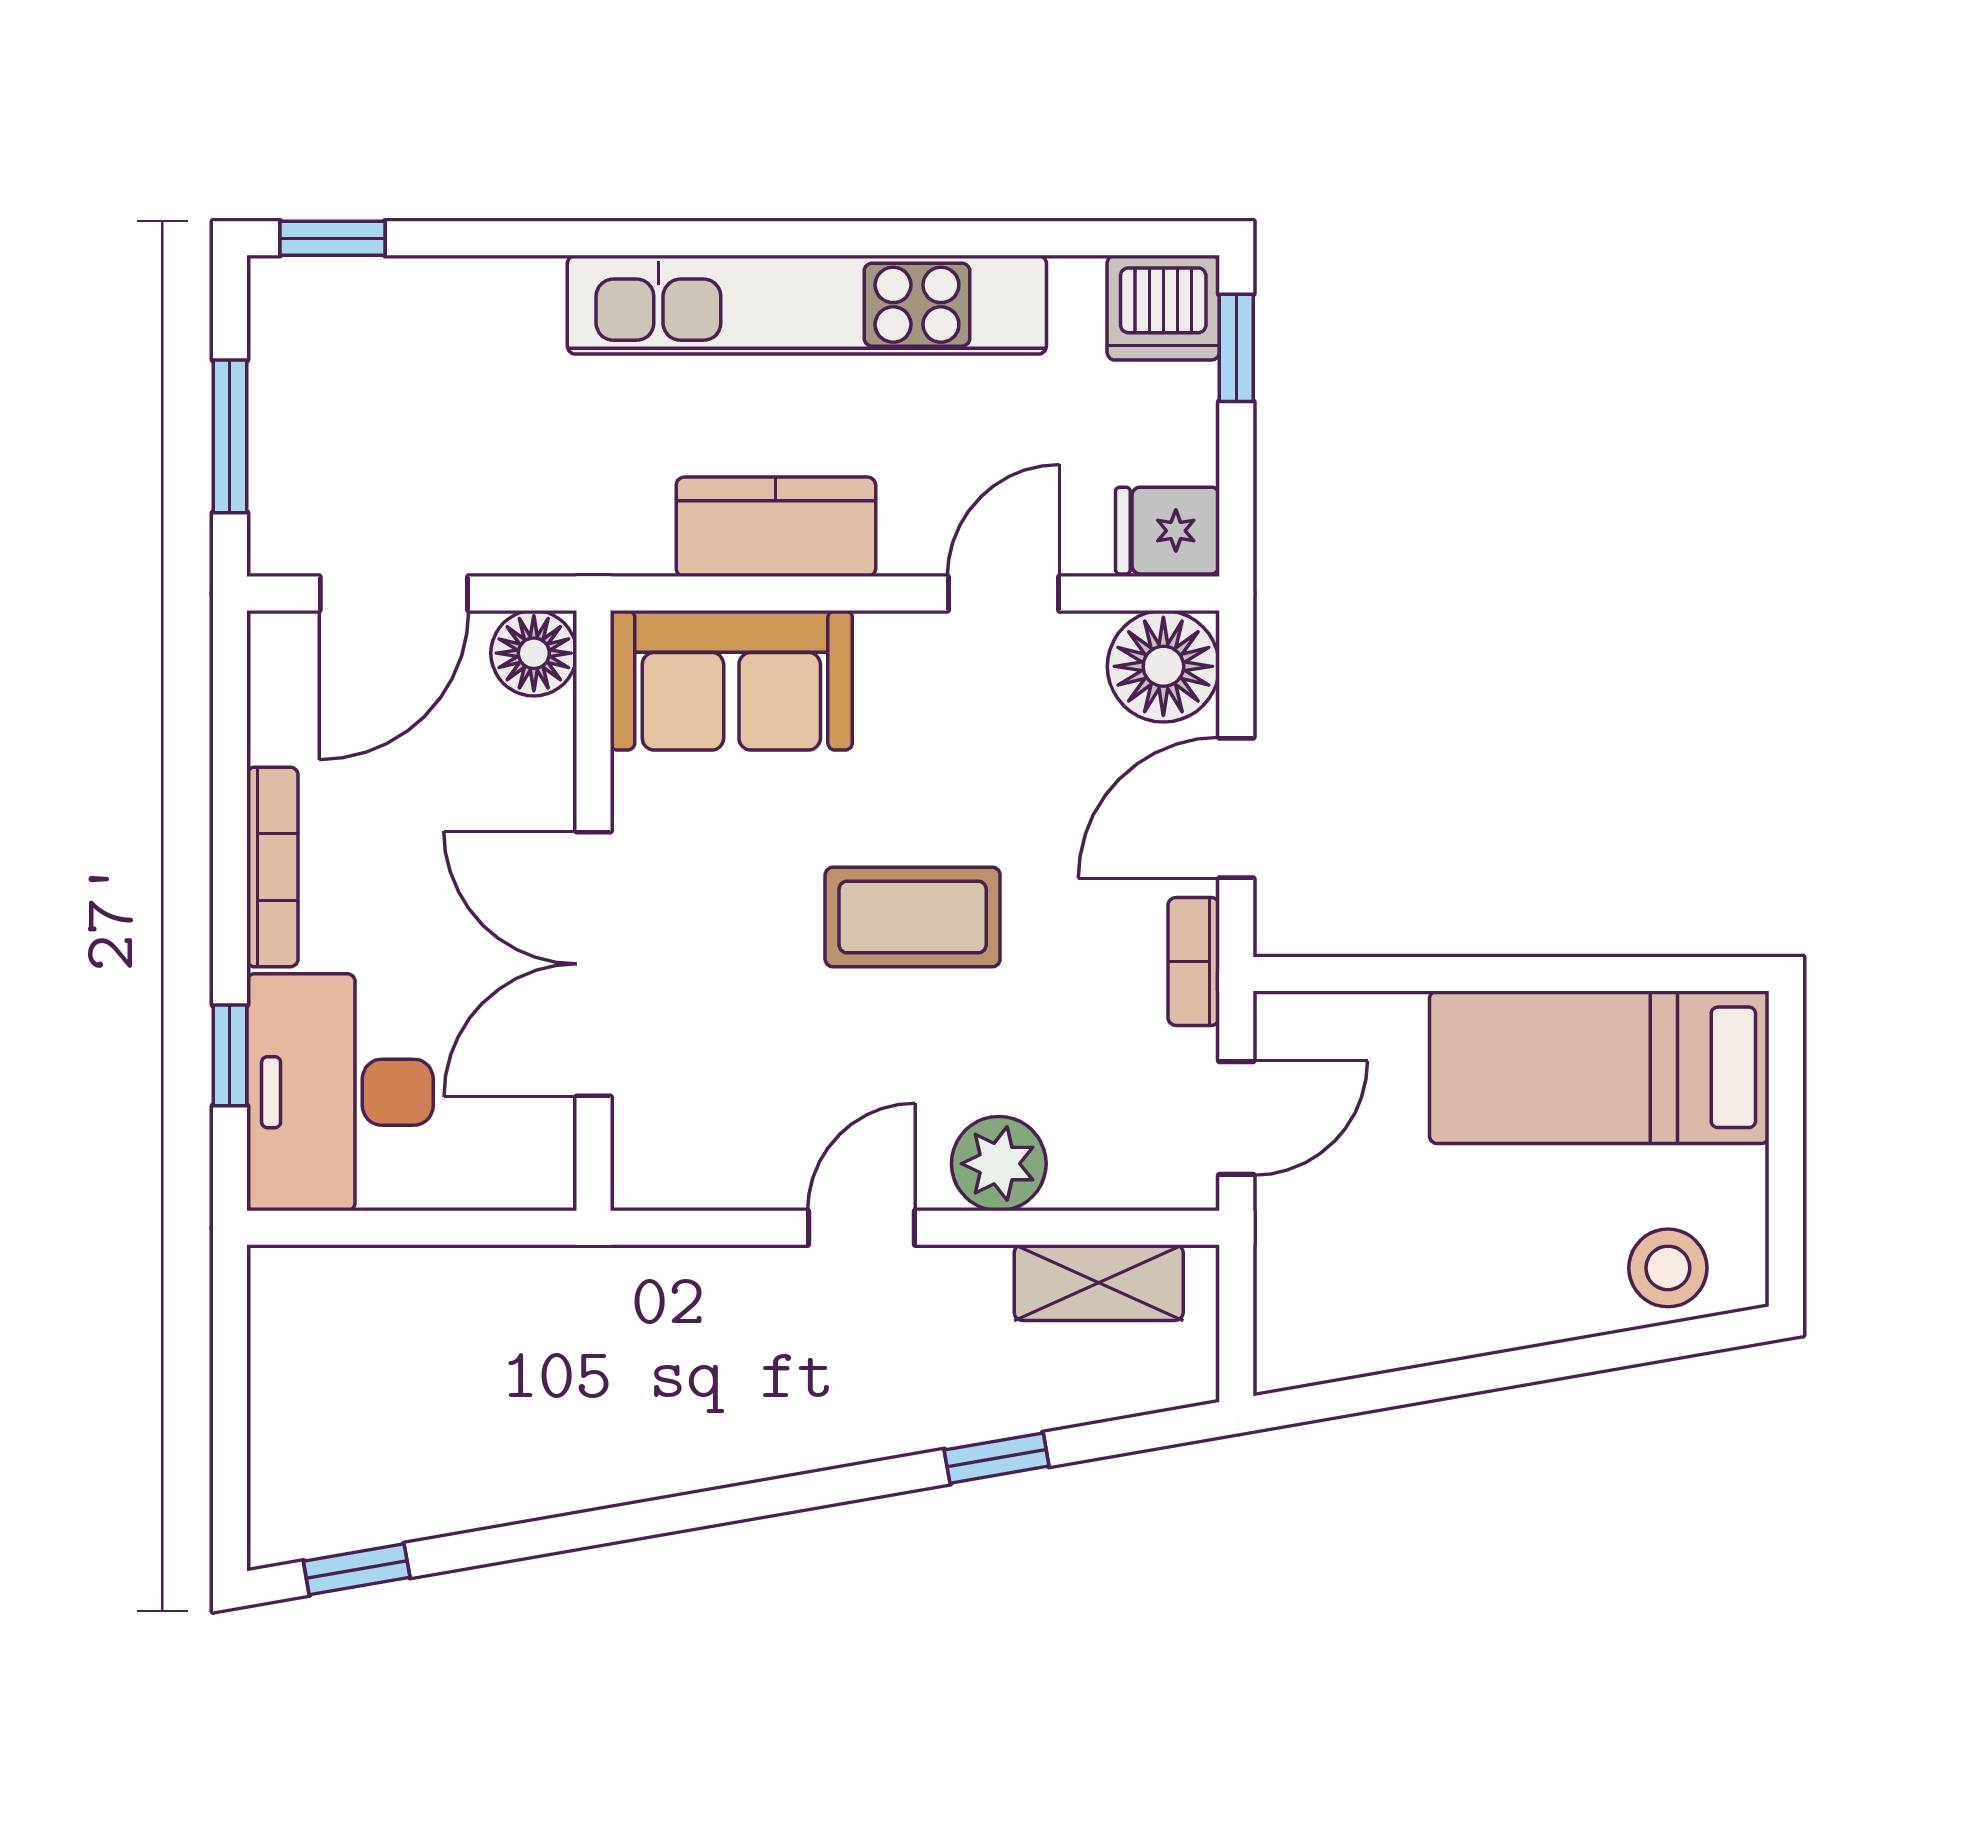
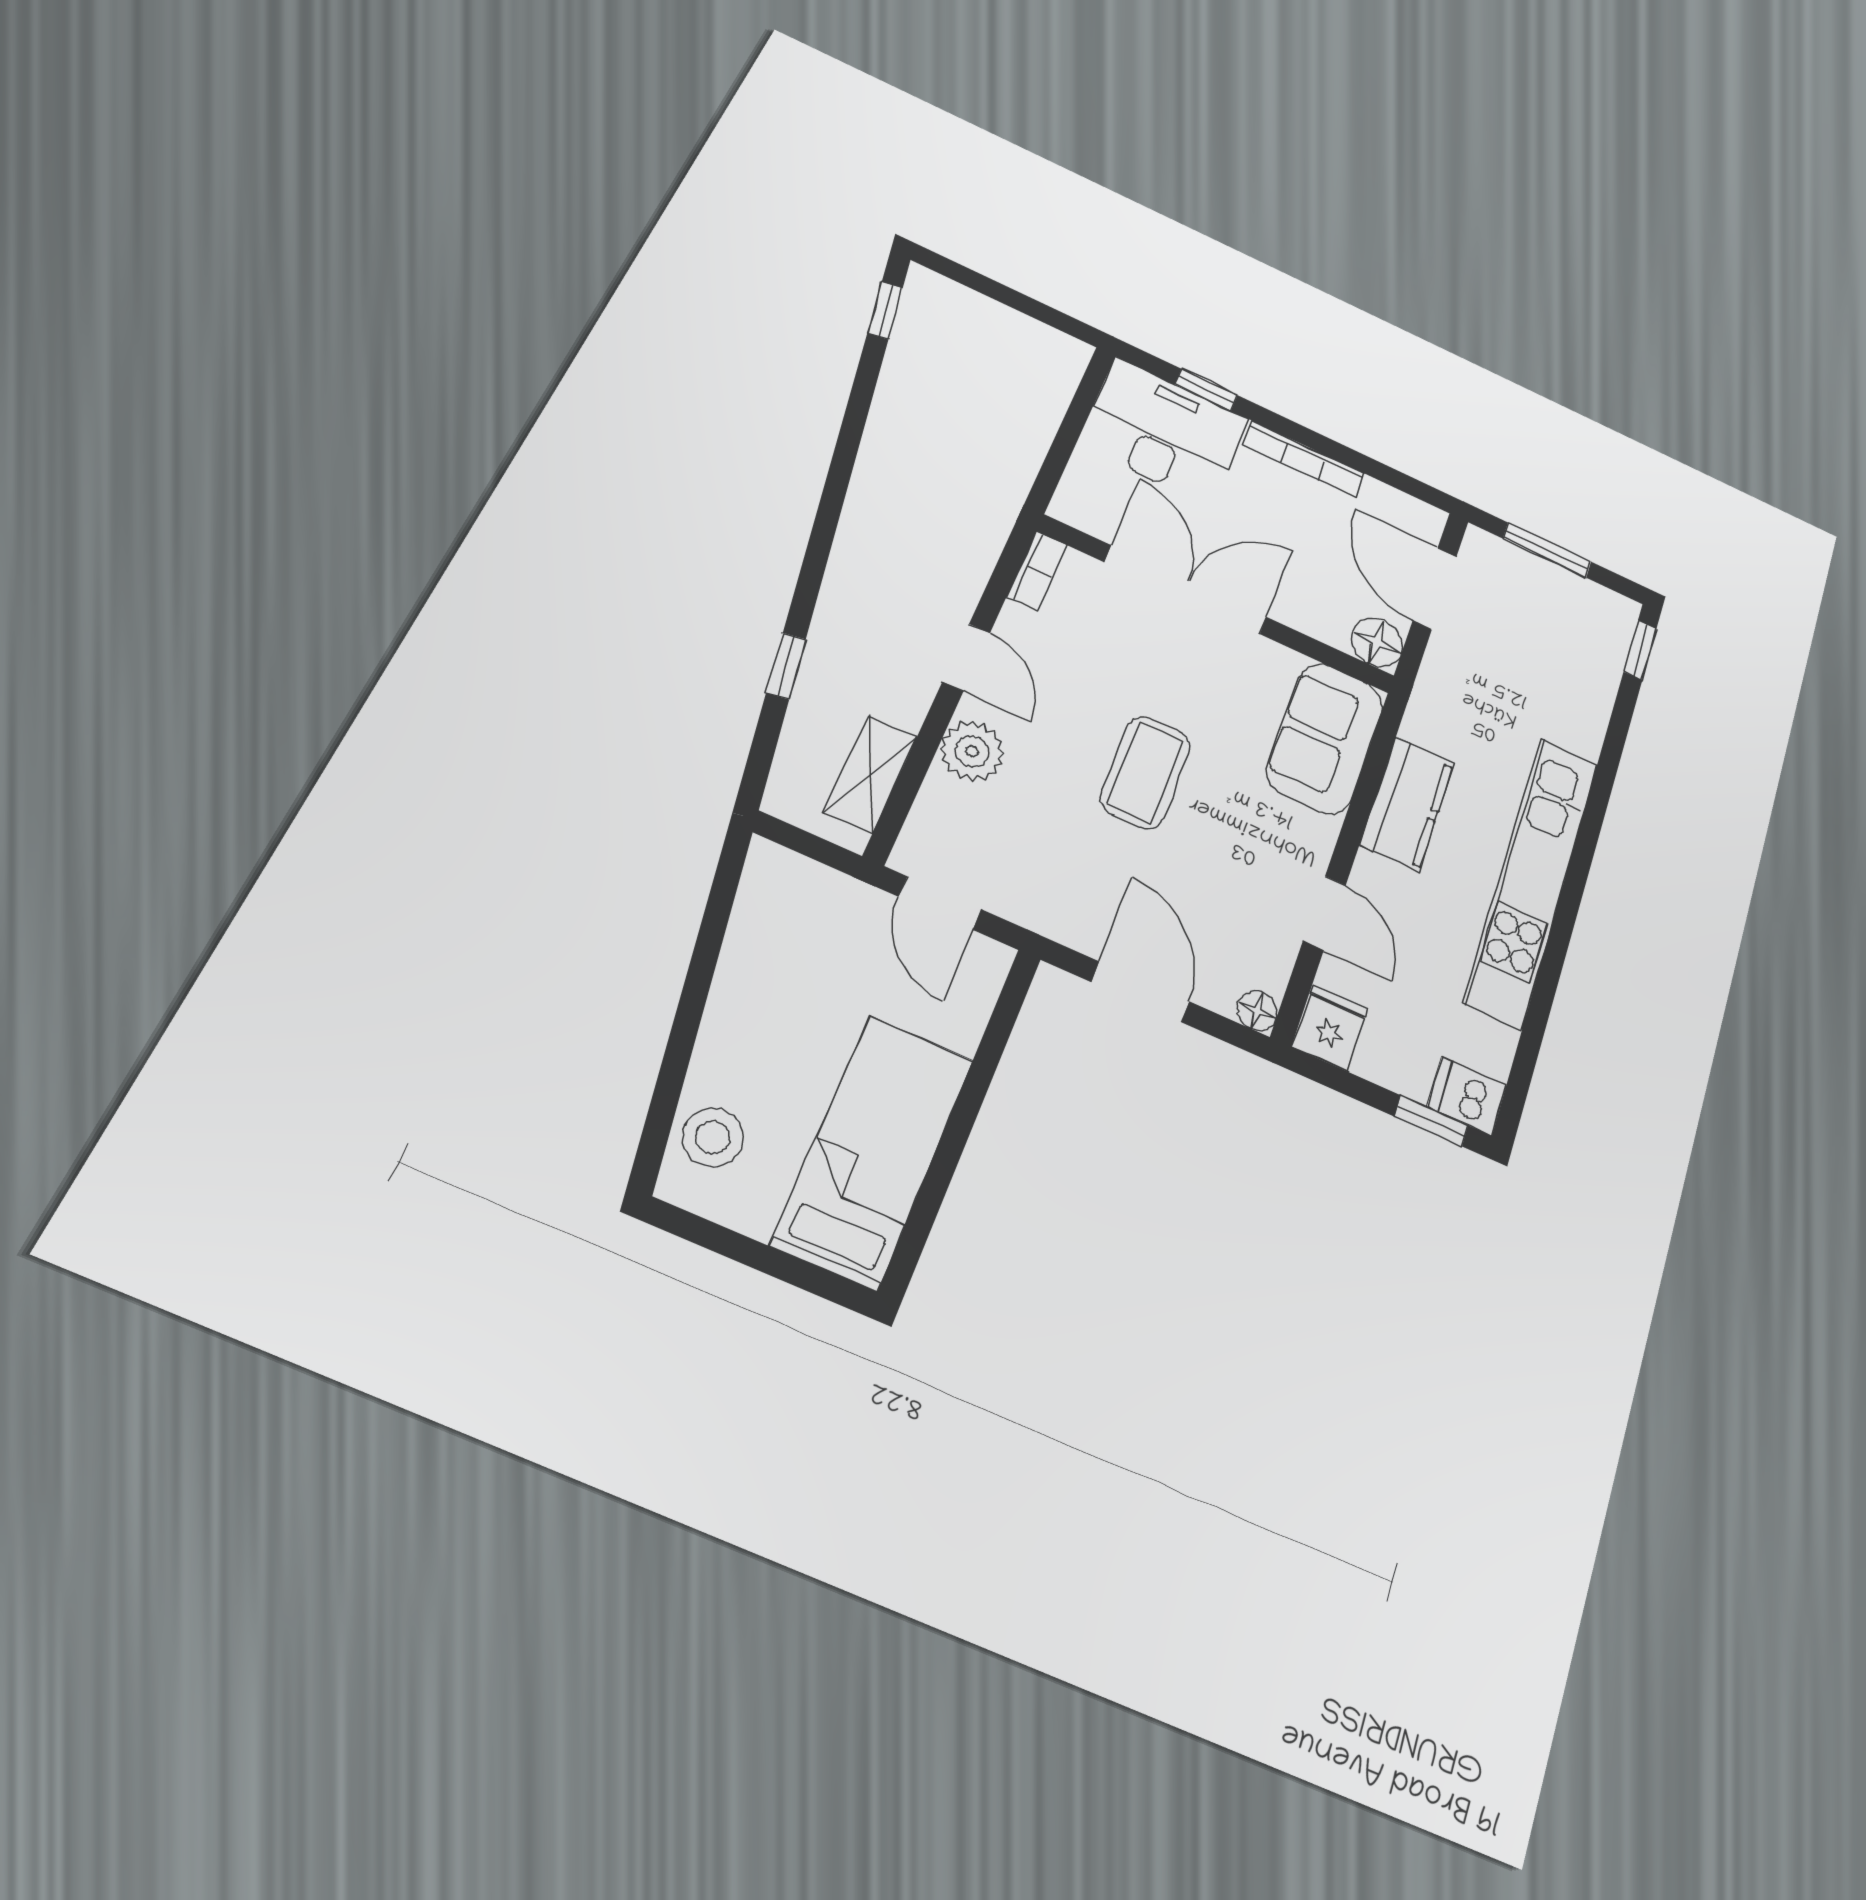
dishwasher: (1163, 308) -> (1467, 1096), width x0.73
floor lamp: (1163, 666) -> (1257, 1011), width x0.53, depth x0.53
bookcase: (1194, 961) -> (1037, 571), moved, turned 90

